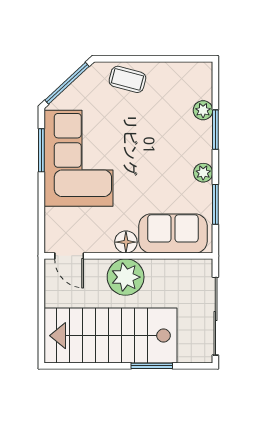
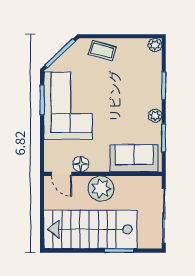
plant: (203, 110) -> (155, 45), moved
floor lamp: (126, 242) -> (81, 164), moved

